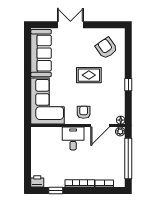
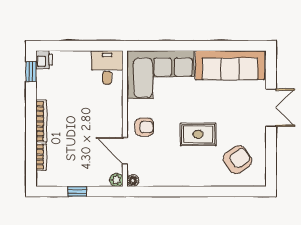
rug: (89, 75) -> (198, 134), turned 90
window: (128, 85) -> (184, 191), removed
desk: (73, 138) -> (107, 67), moved, turned -90
window: (128, 159) -> (77, 191), width x0.32
window: (56, 190) -> (31, 72), moved

